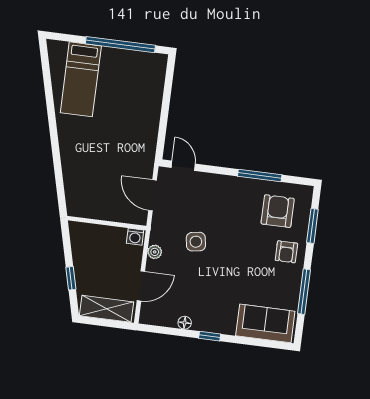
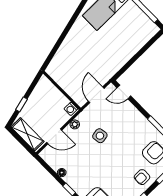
door: (183, 166) -> (124, 92), swing flipped

